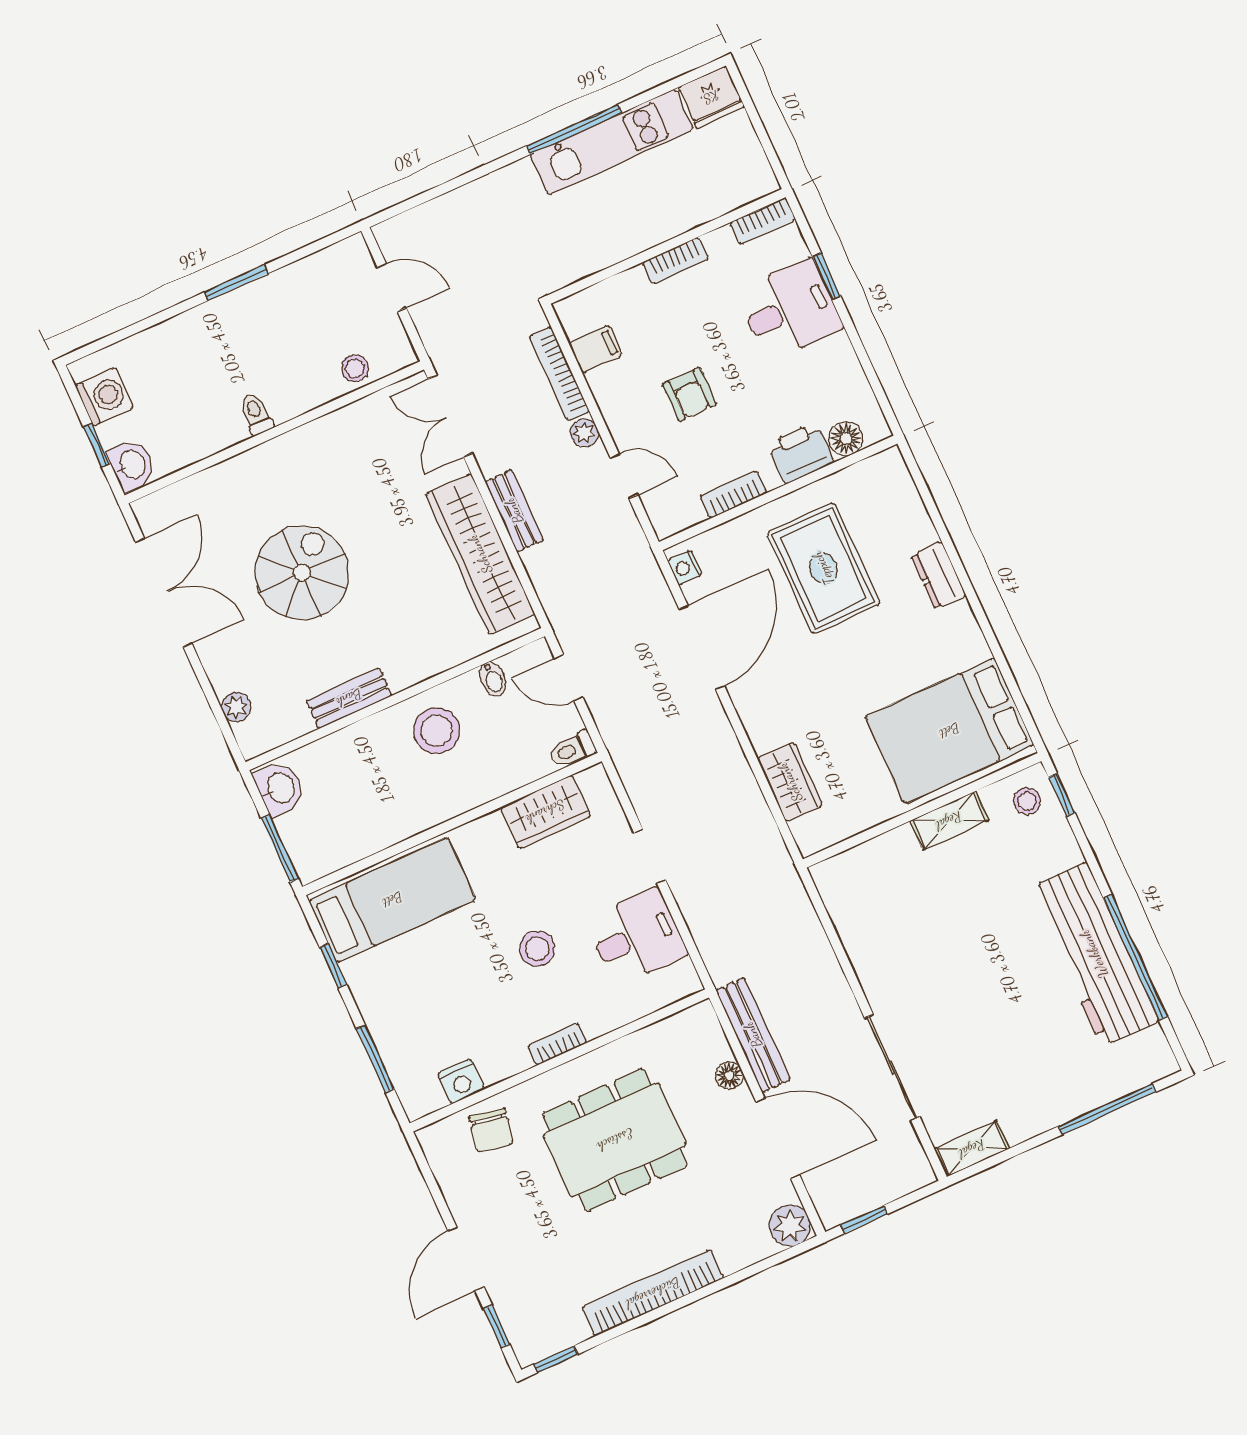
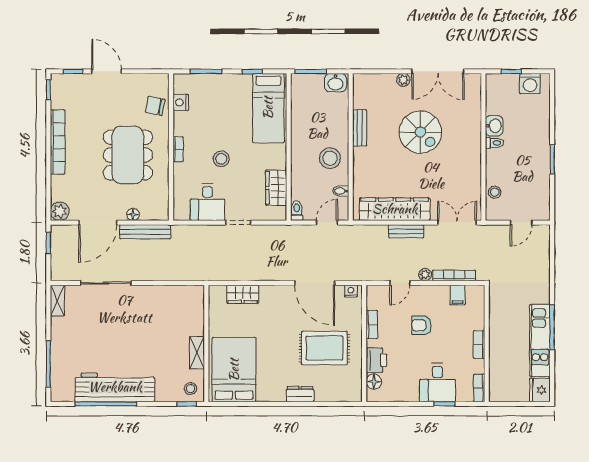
washbasin: (132, 465) -> (494, 126), moved, turned -90
plant: (236, 707) -> (403, 80), moved

